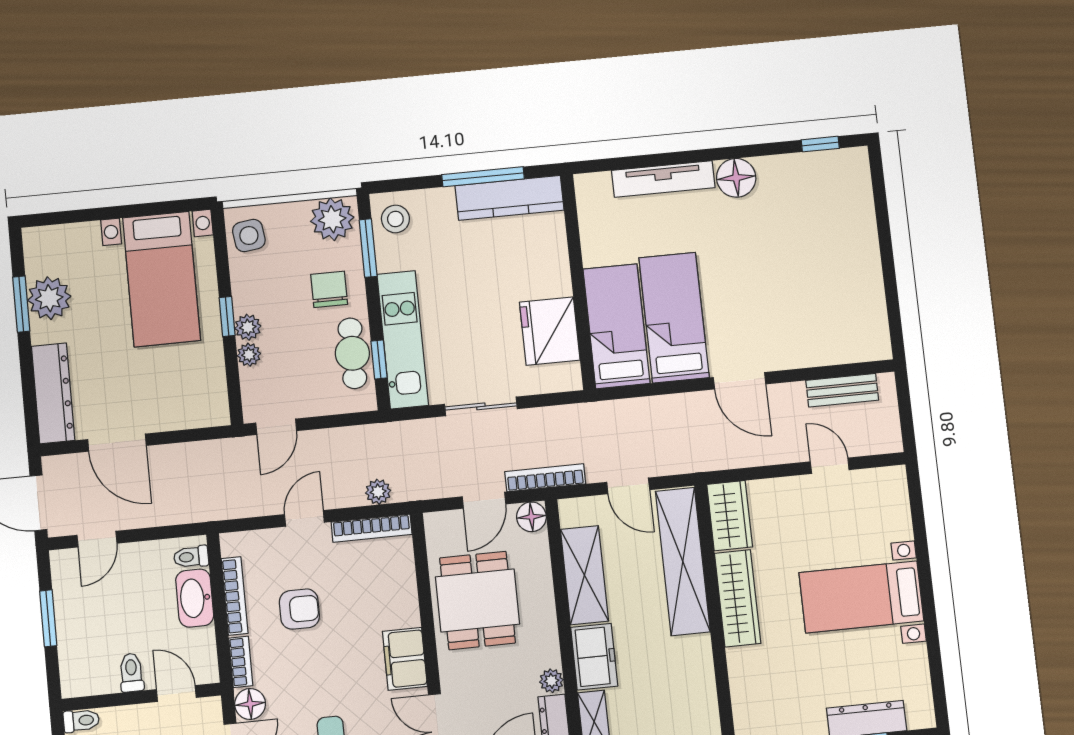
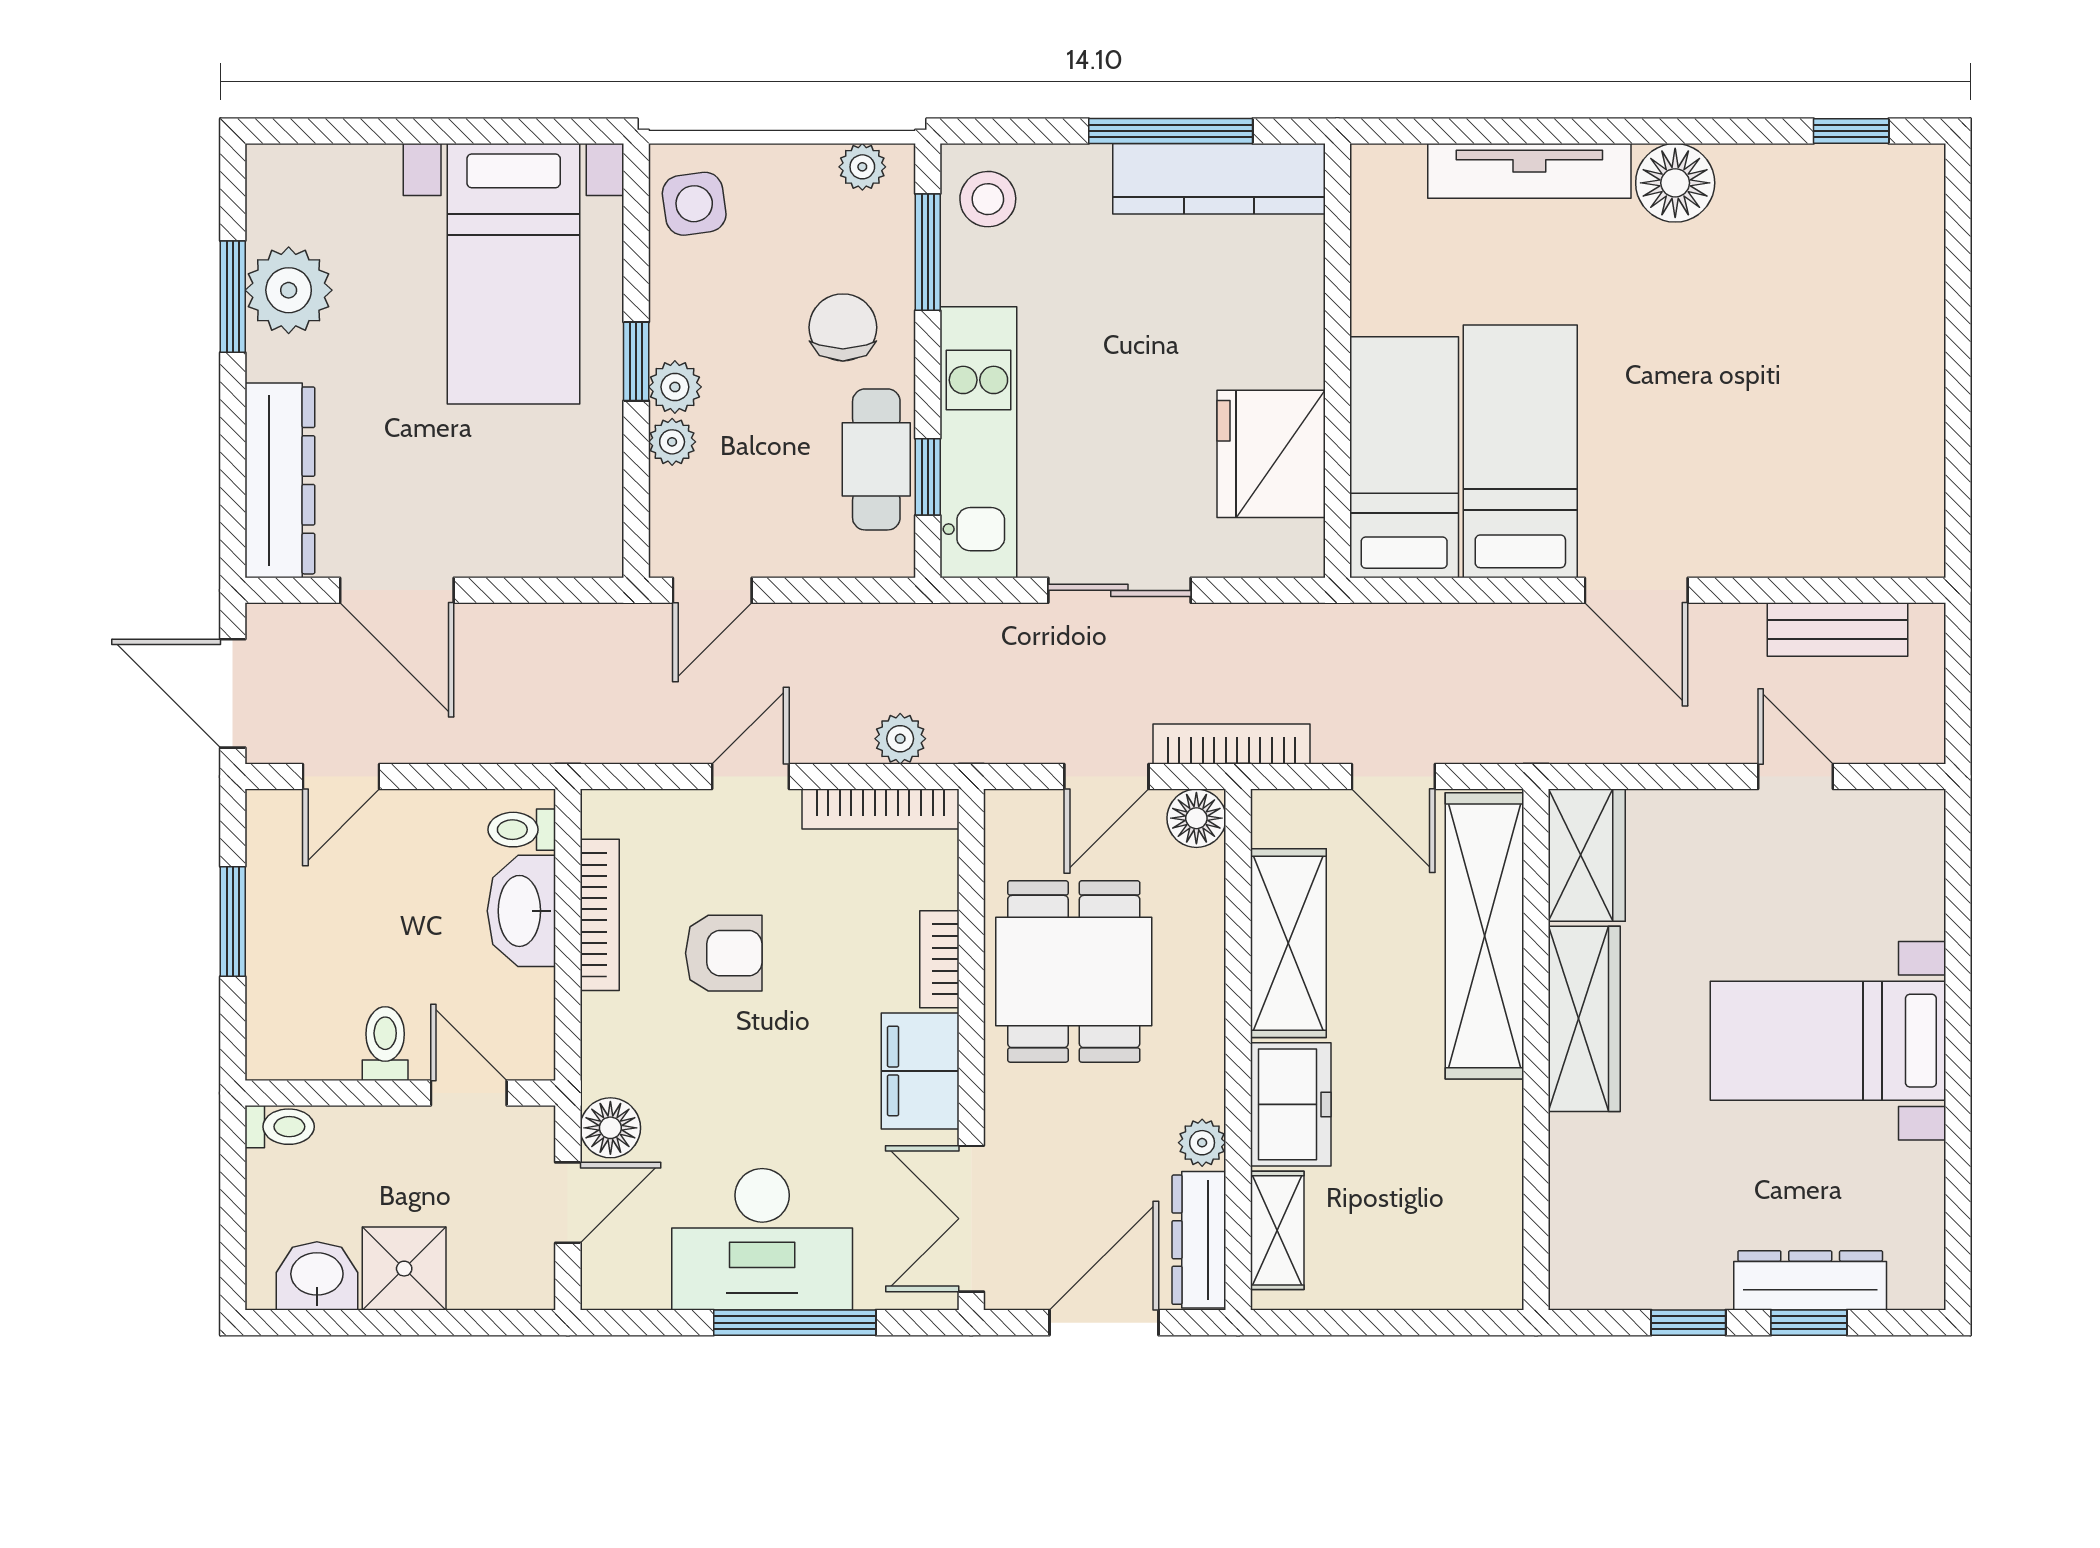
plant: (332, 219) -> (862, 167), width x0.53, depth x0.53
bookcase: (241, 662) -> (939, 959), moved, turned 180

